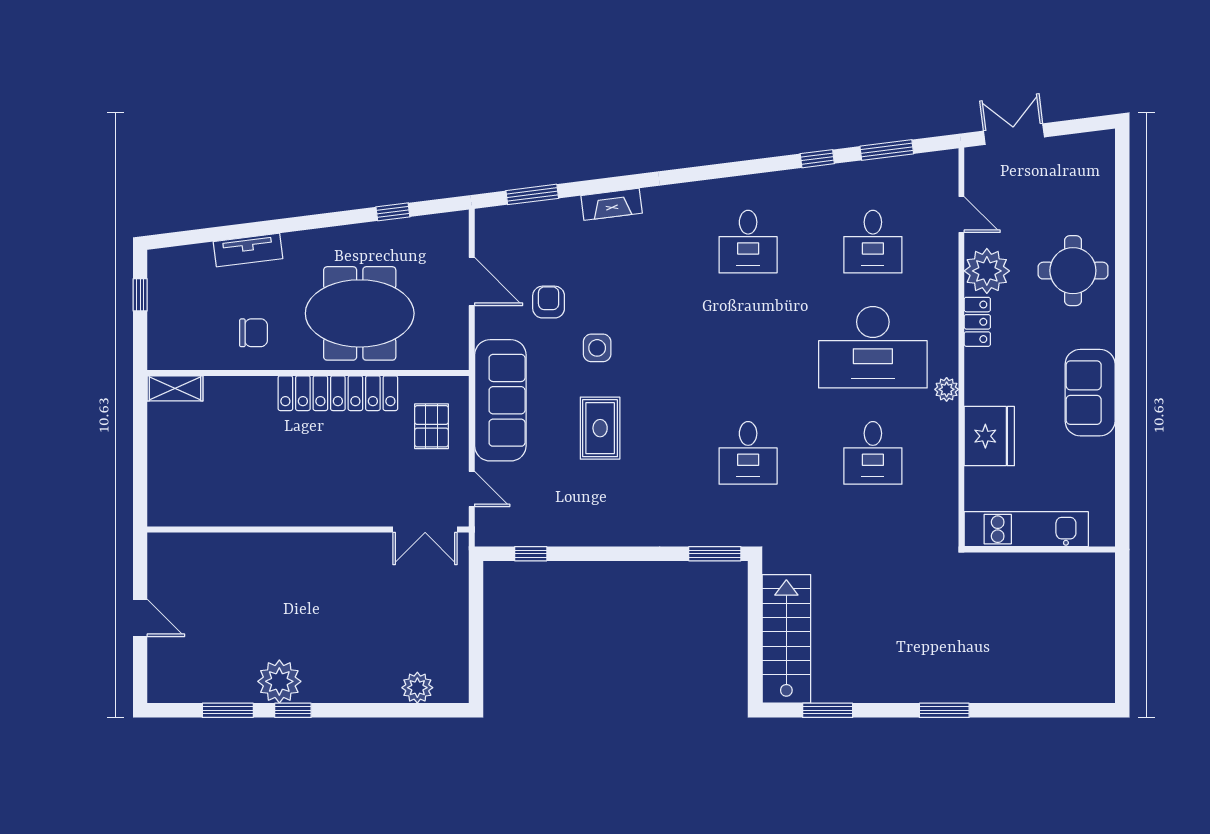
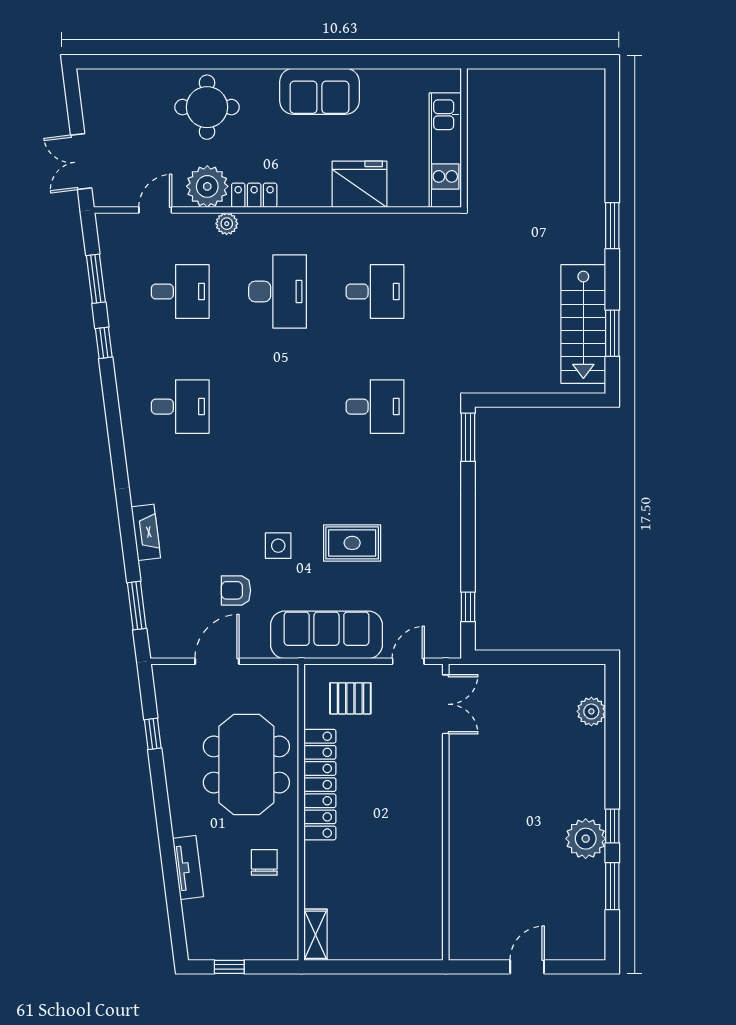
desk: (873, 347) -> (278, 292), width x0.73, depth x0.77
plant: (947, 389) -> (227, 224), moved
stairs: (786, 639) -> (583, 324), moved, turned -90

